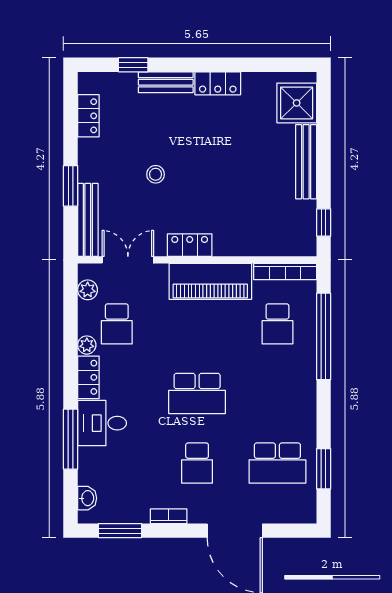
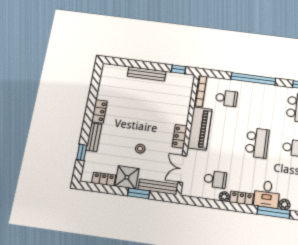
shower: (297, 103) -> (127, 177), moved
plant: (88, 290) -> (284, 204), moved
window: (324, 336) -> (253, 79), moved

